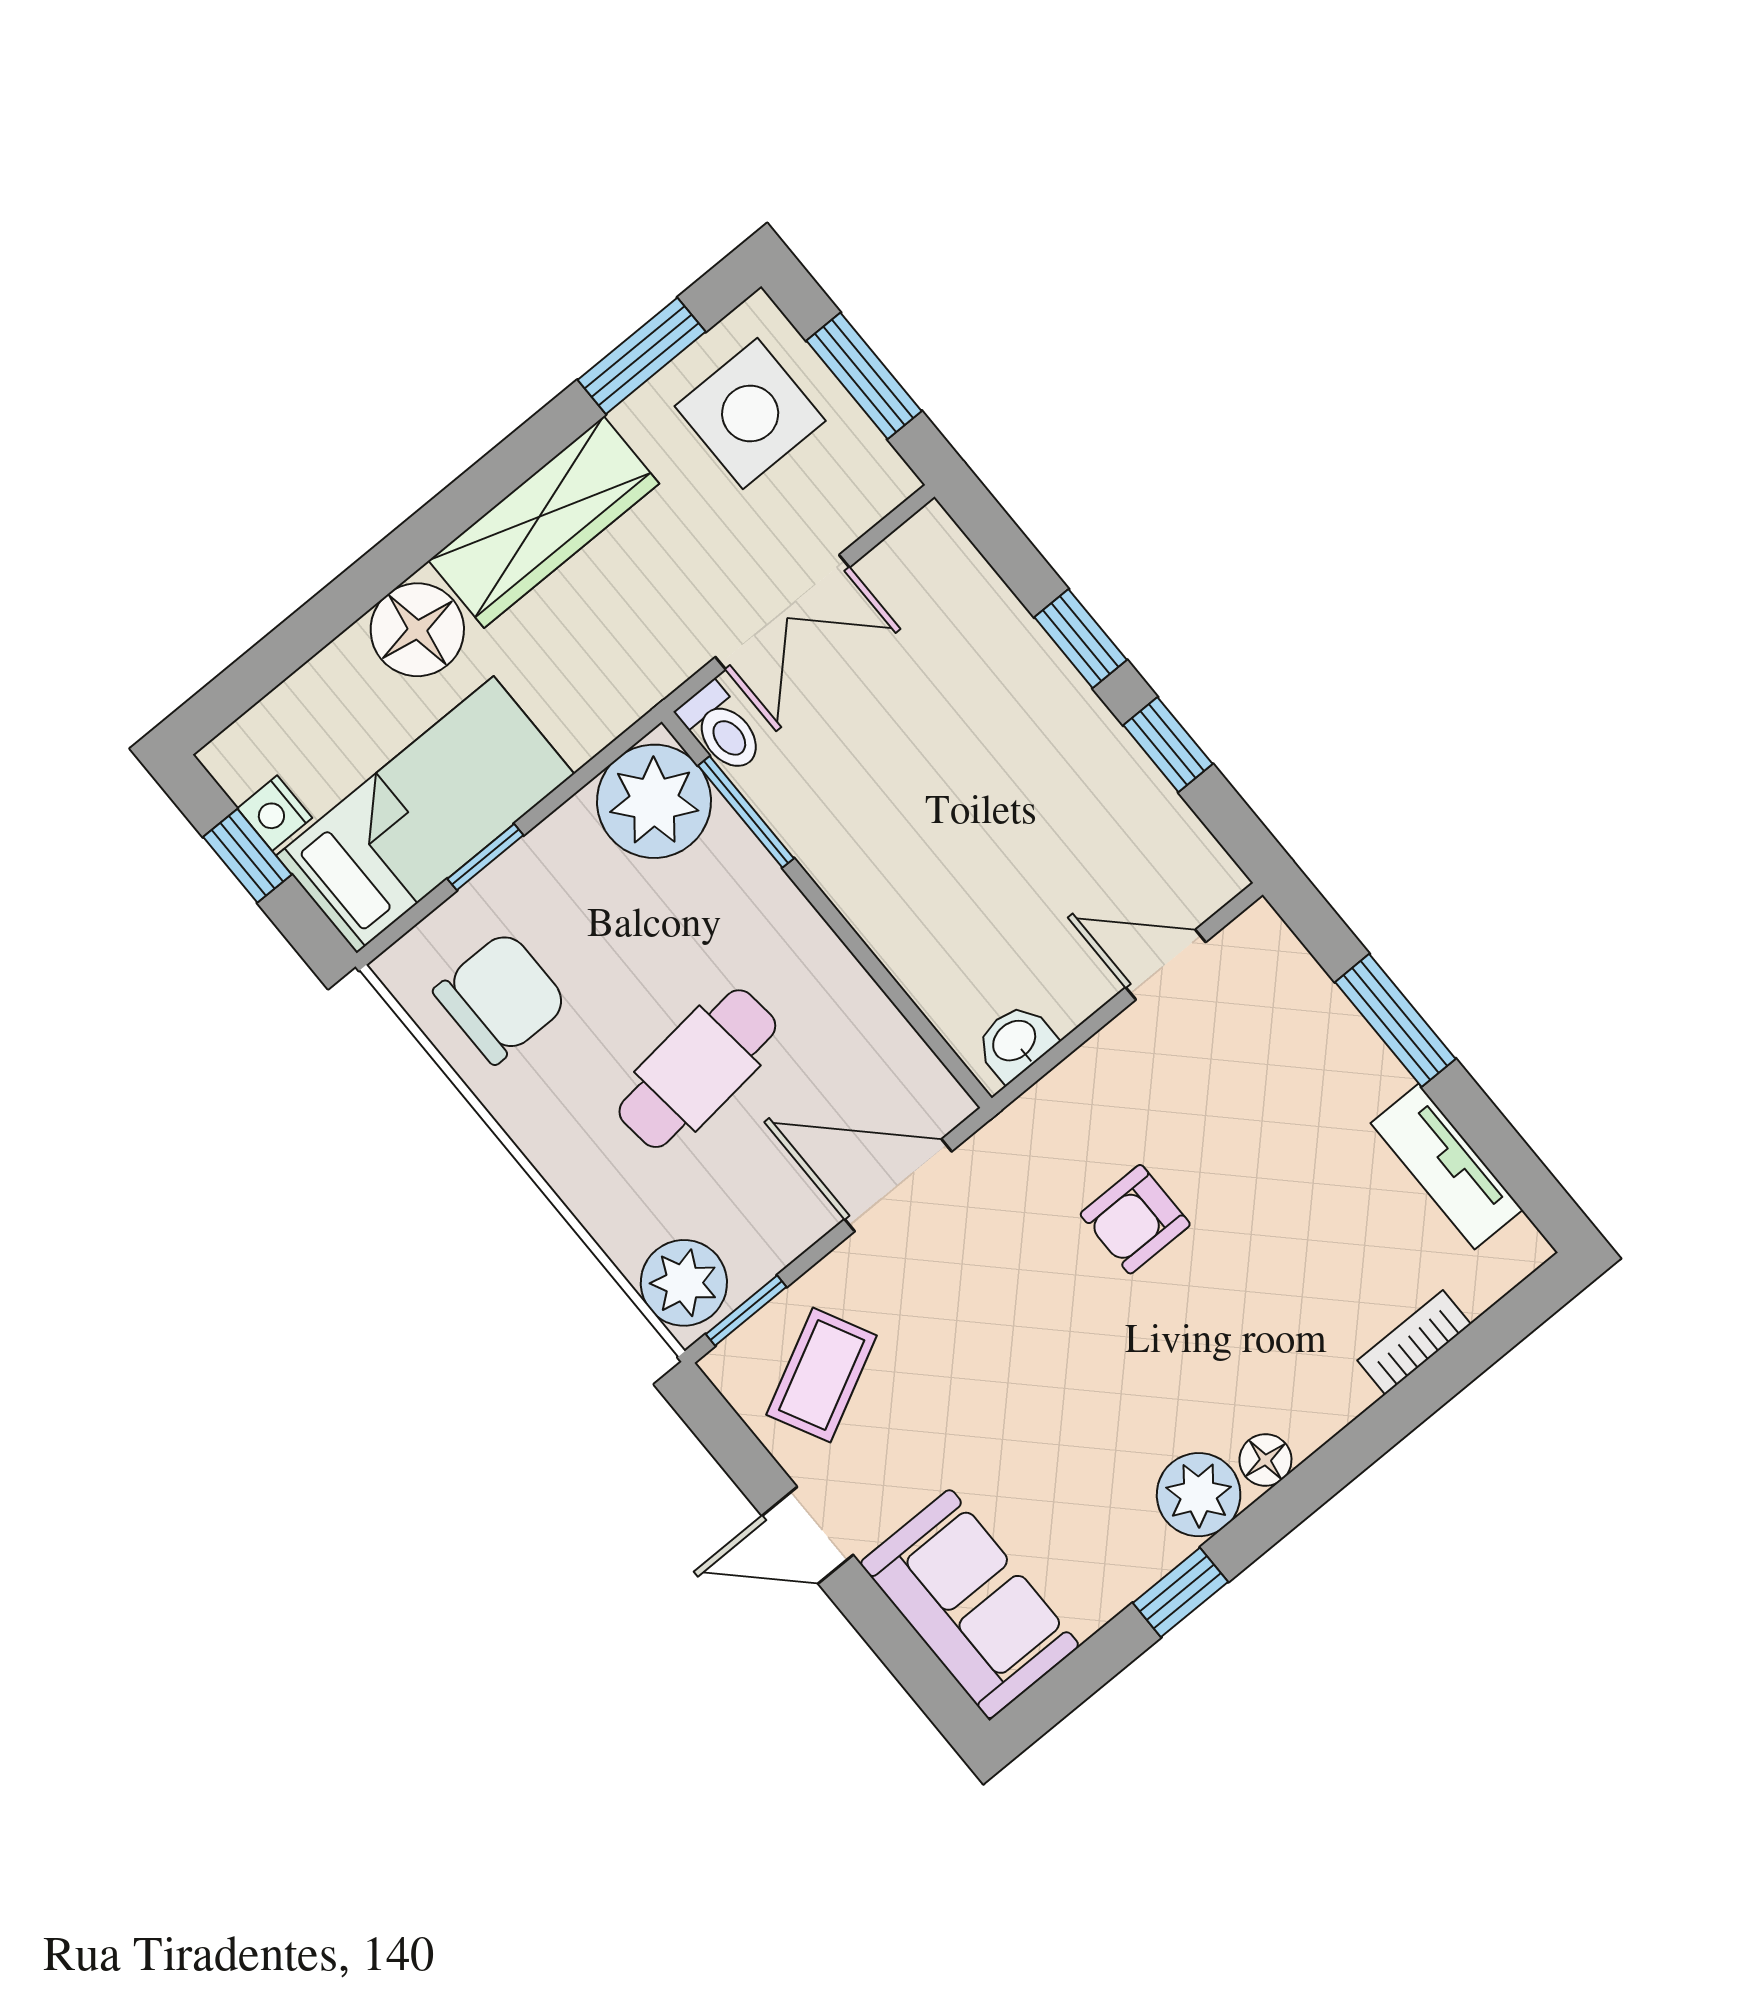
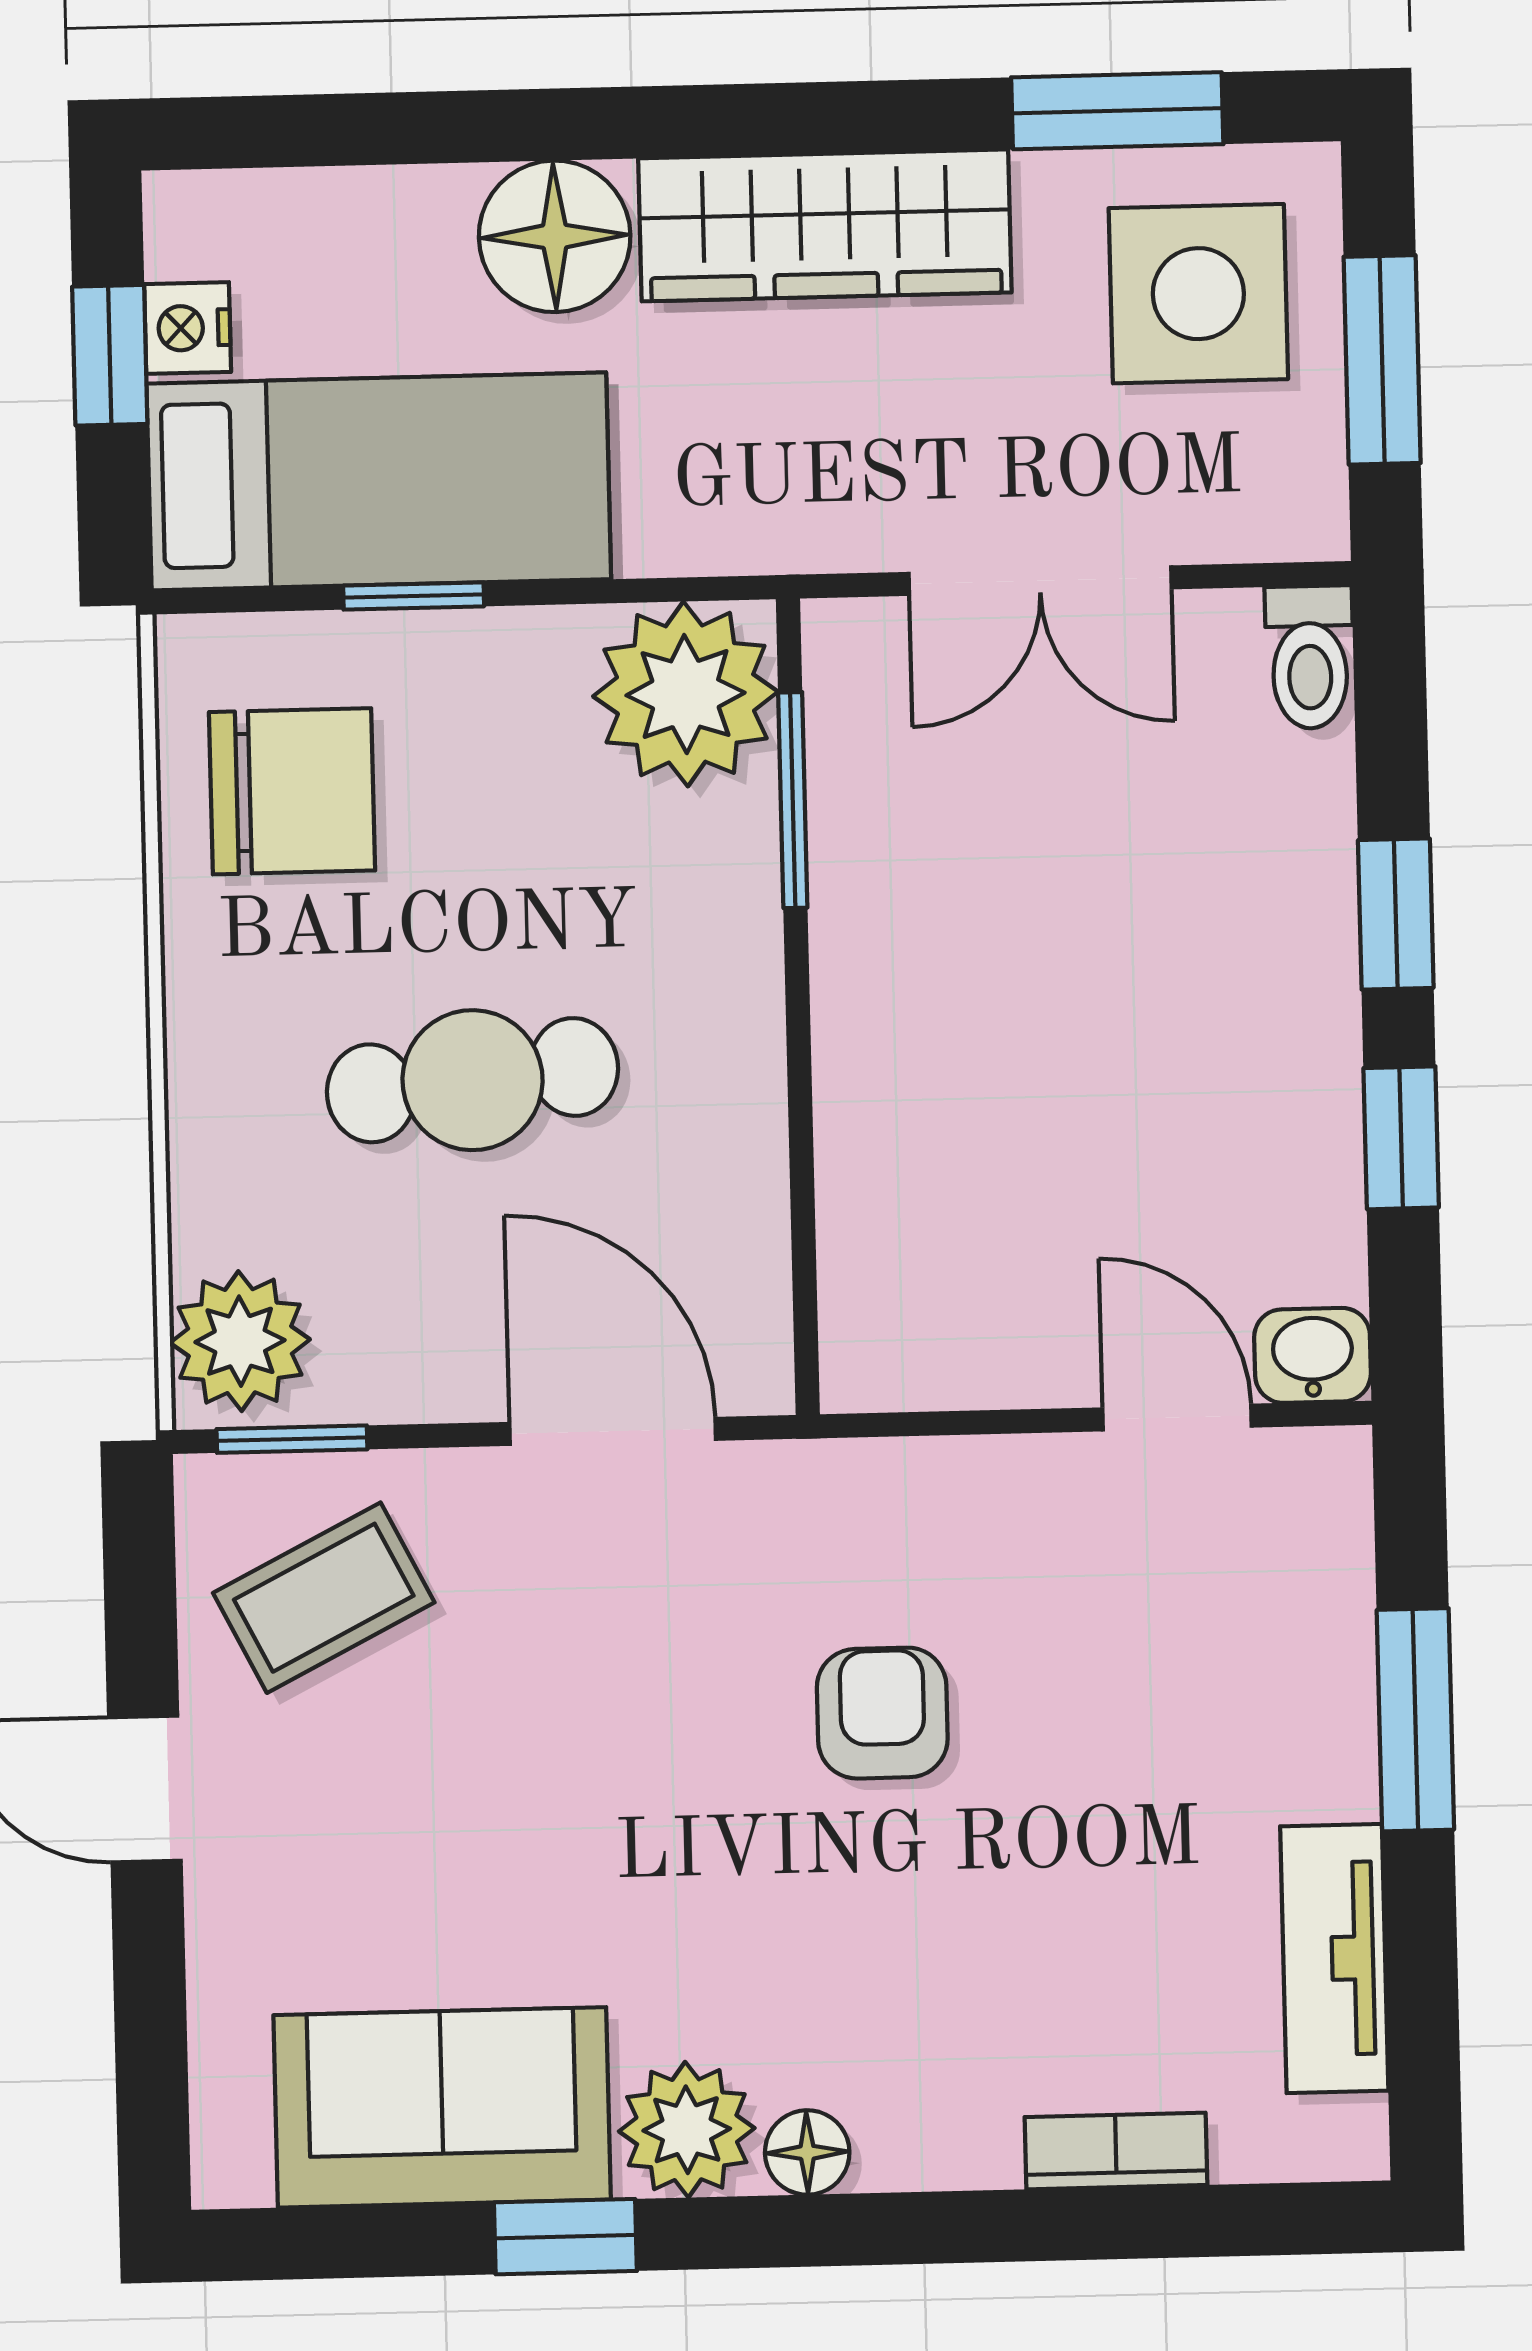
toilet: (722, 728) -> (1310, 657), moved
washbasin: (1015, 1042) -> (1313, 1355), moved
armchair: (1135, 1219) -> (882, 1713), turned 90
sofa: (970, 1604) -> (442, 2107), moved, turned -90

